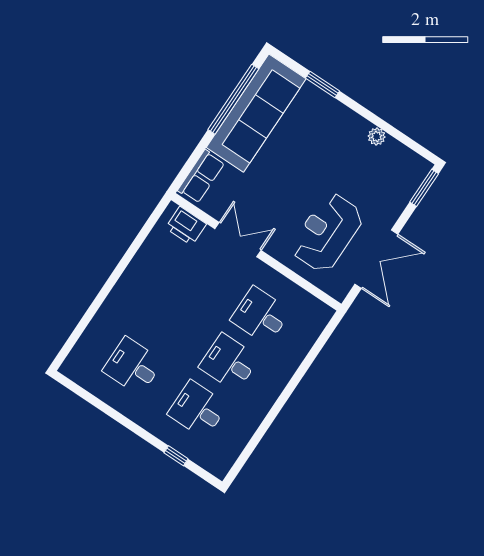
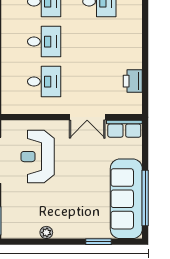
row of seats: (201, 177) -> (124, 129), moved, turned -90
printer: (186, 226) -> (133, 81), moved, turned -90
reception desk: (327, 232) -> (38, 157), turned 180

